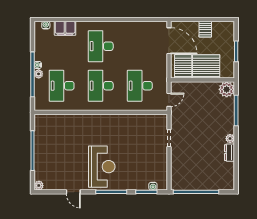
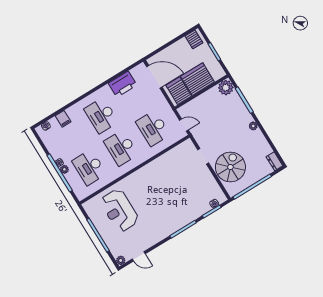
filing cabinet: (65, 28) -> (63, 119), width x0.50
server rack: (205, 29) -> (194, 39), moved
printer: (137, 30) -> (123, 84), added
door: (169, 100) -> (184, 125), hinge flipped
dresser: (230, 153) -> (274, 161), moved
spiral stairs: (187, 163) -> (230, 167), added
reception desk: (102, 167) -> (119, 210), moved, turned 180
door: (73, 192) -> (139, 256), moved

